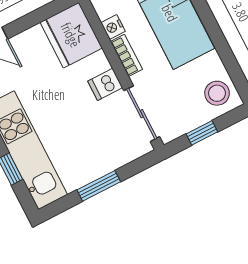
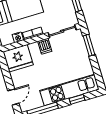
window: (99, 186) -> (89, 45), moved

